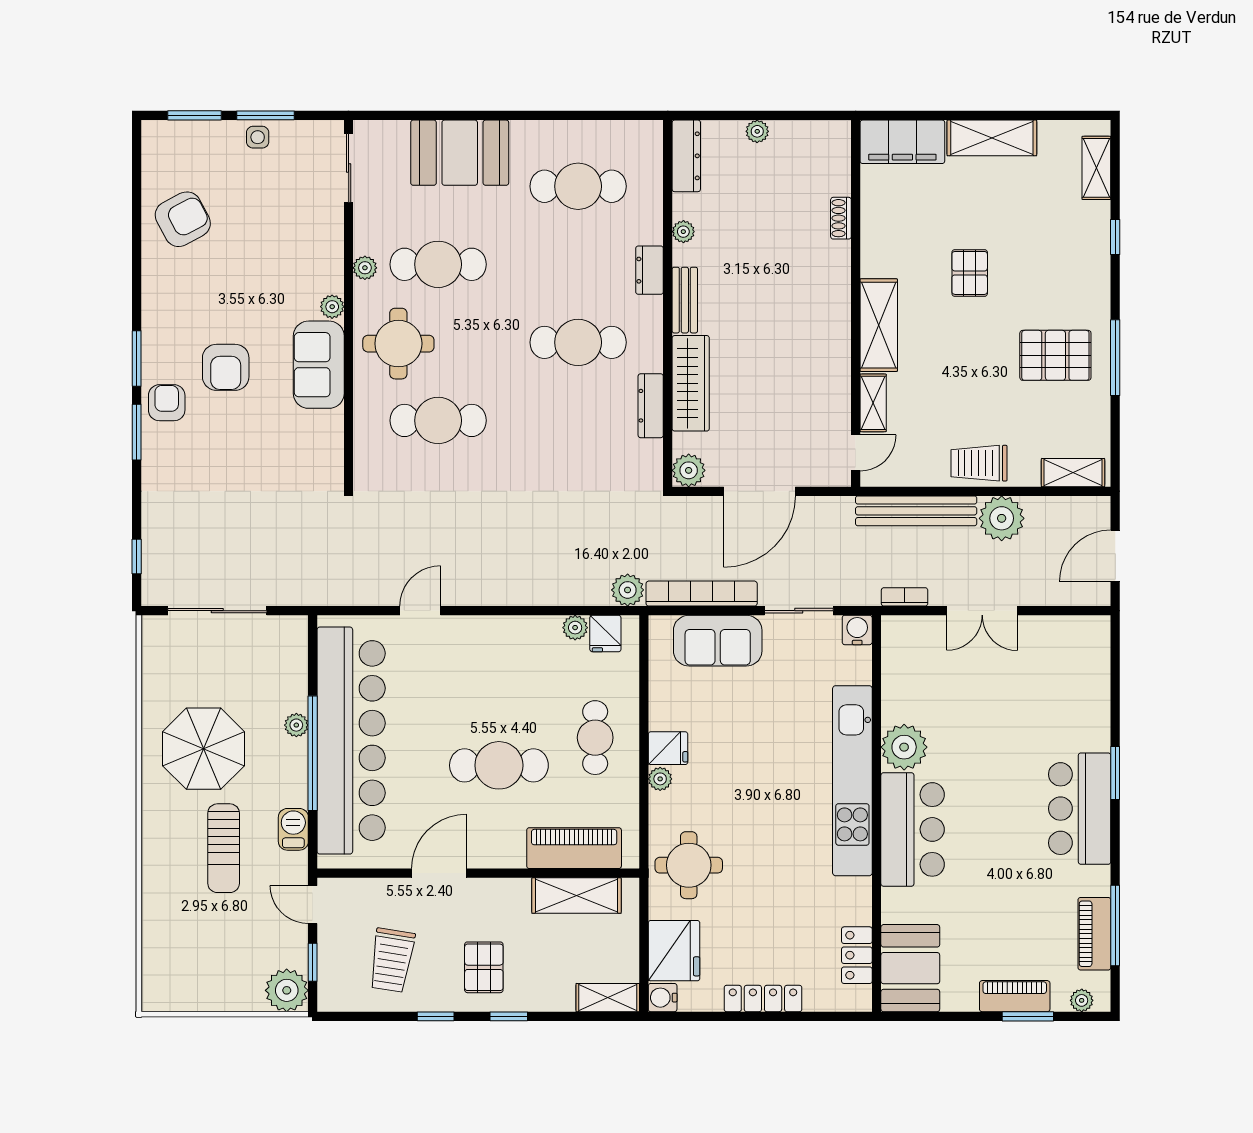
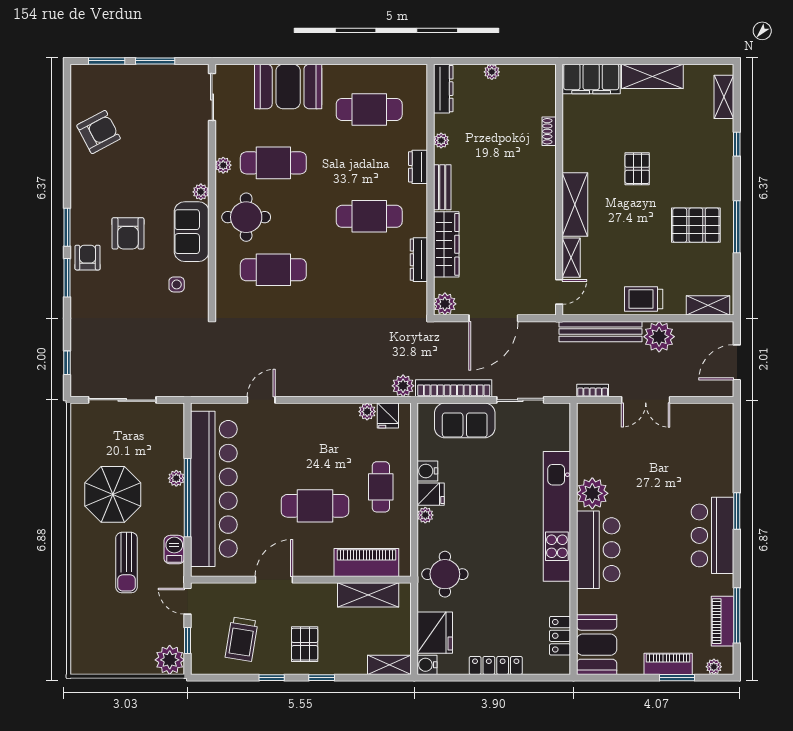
side table: (258, 137) -> (177, 284), moved
water cooler: (857, 630) -> (427, 471), moved, turned -90

